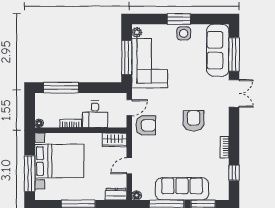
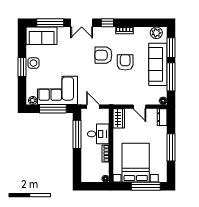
sofa: (218, 50) -> (42, 36), width x0.73
window: (61, 88) -> (77, 134), moved
double door: (234, 93) -> (82, 23), swing flipped
armchair: (146, 125) -> (125, 62), moved
window: (234, 173) -> (107, 23), moved
plant: (222, 187) -> (156, 33), added

